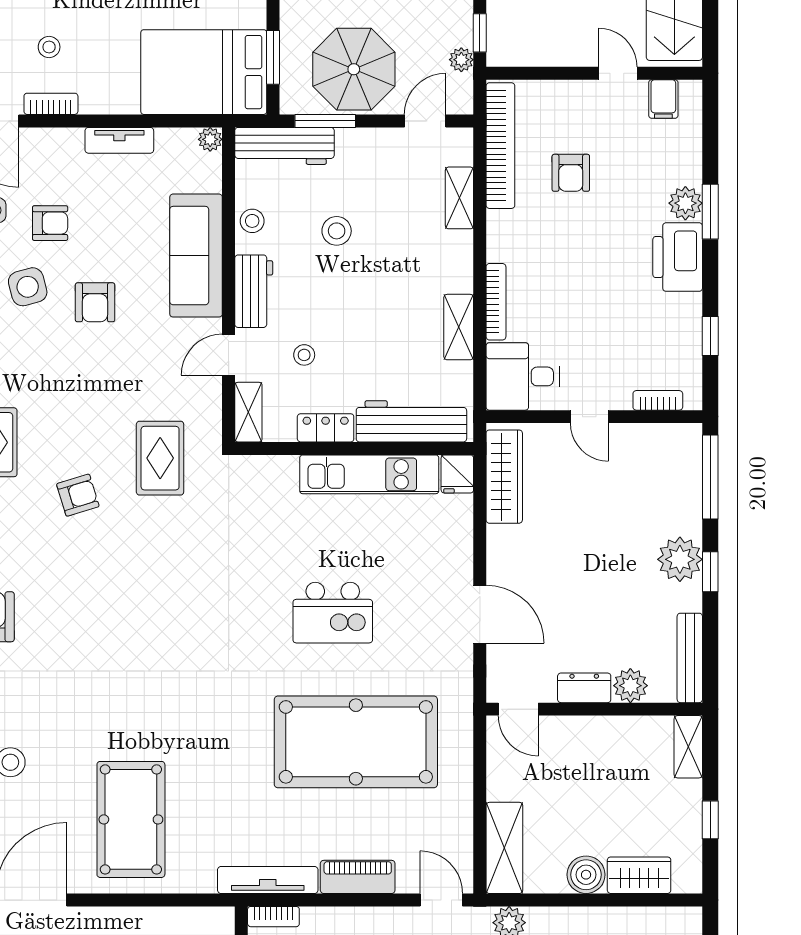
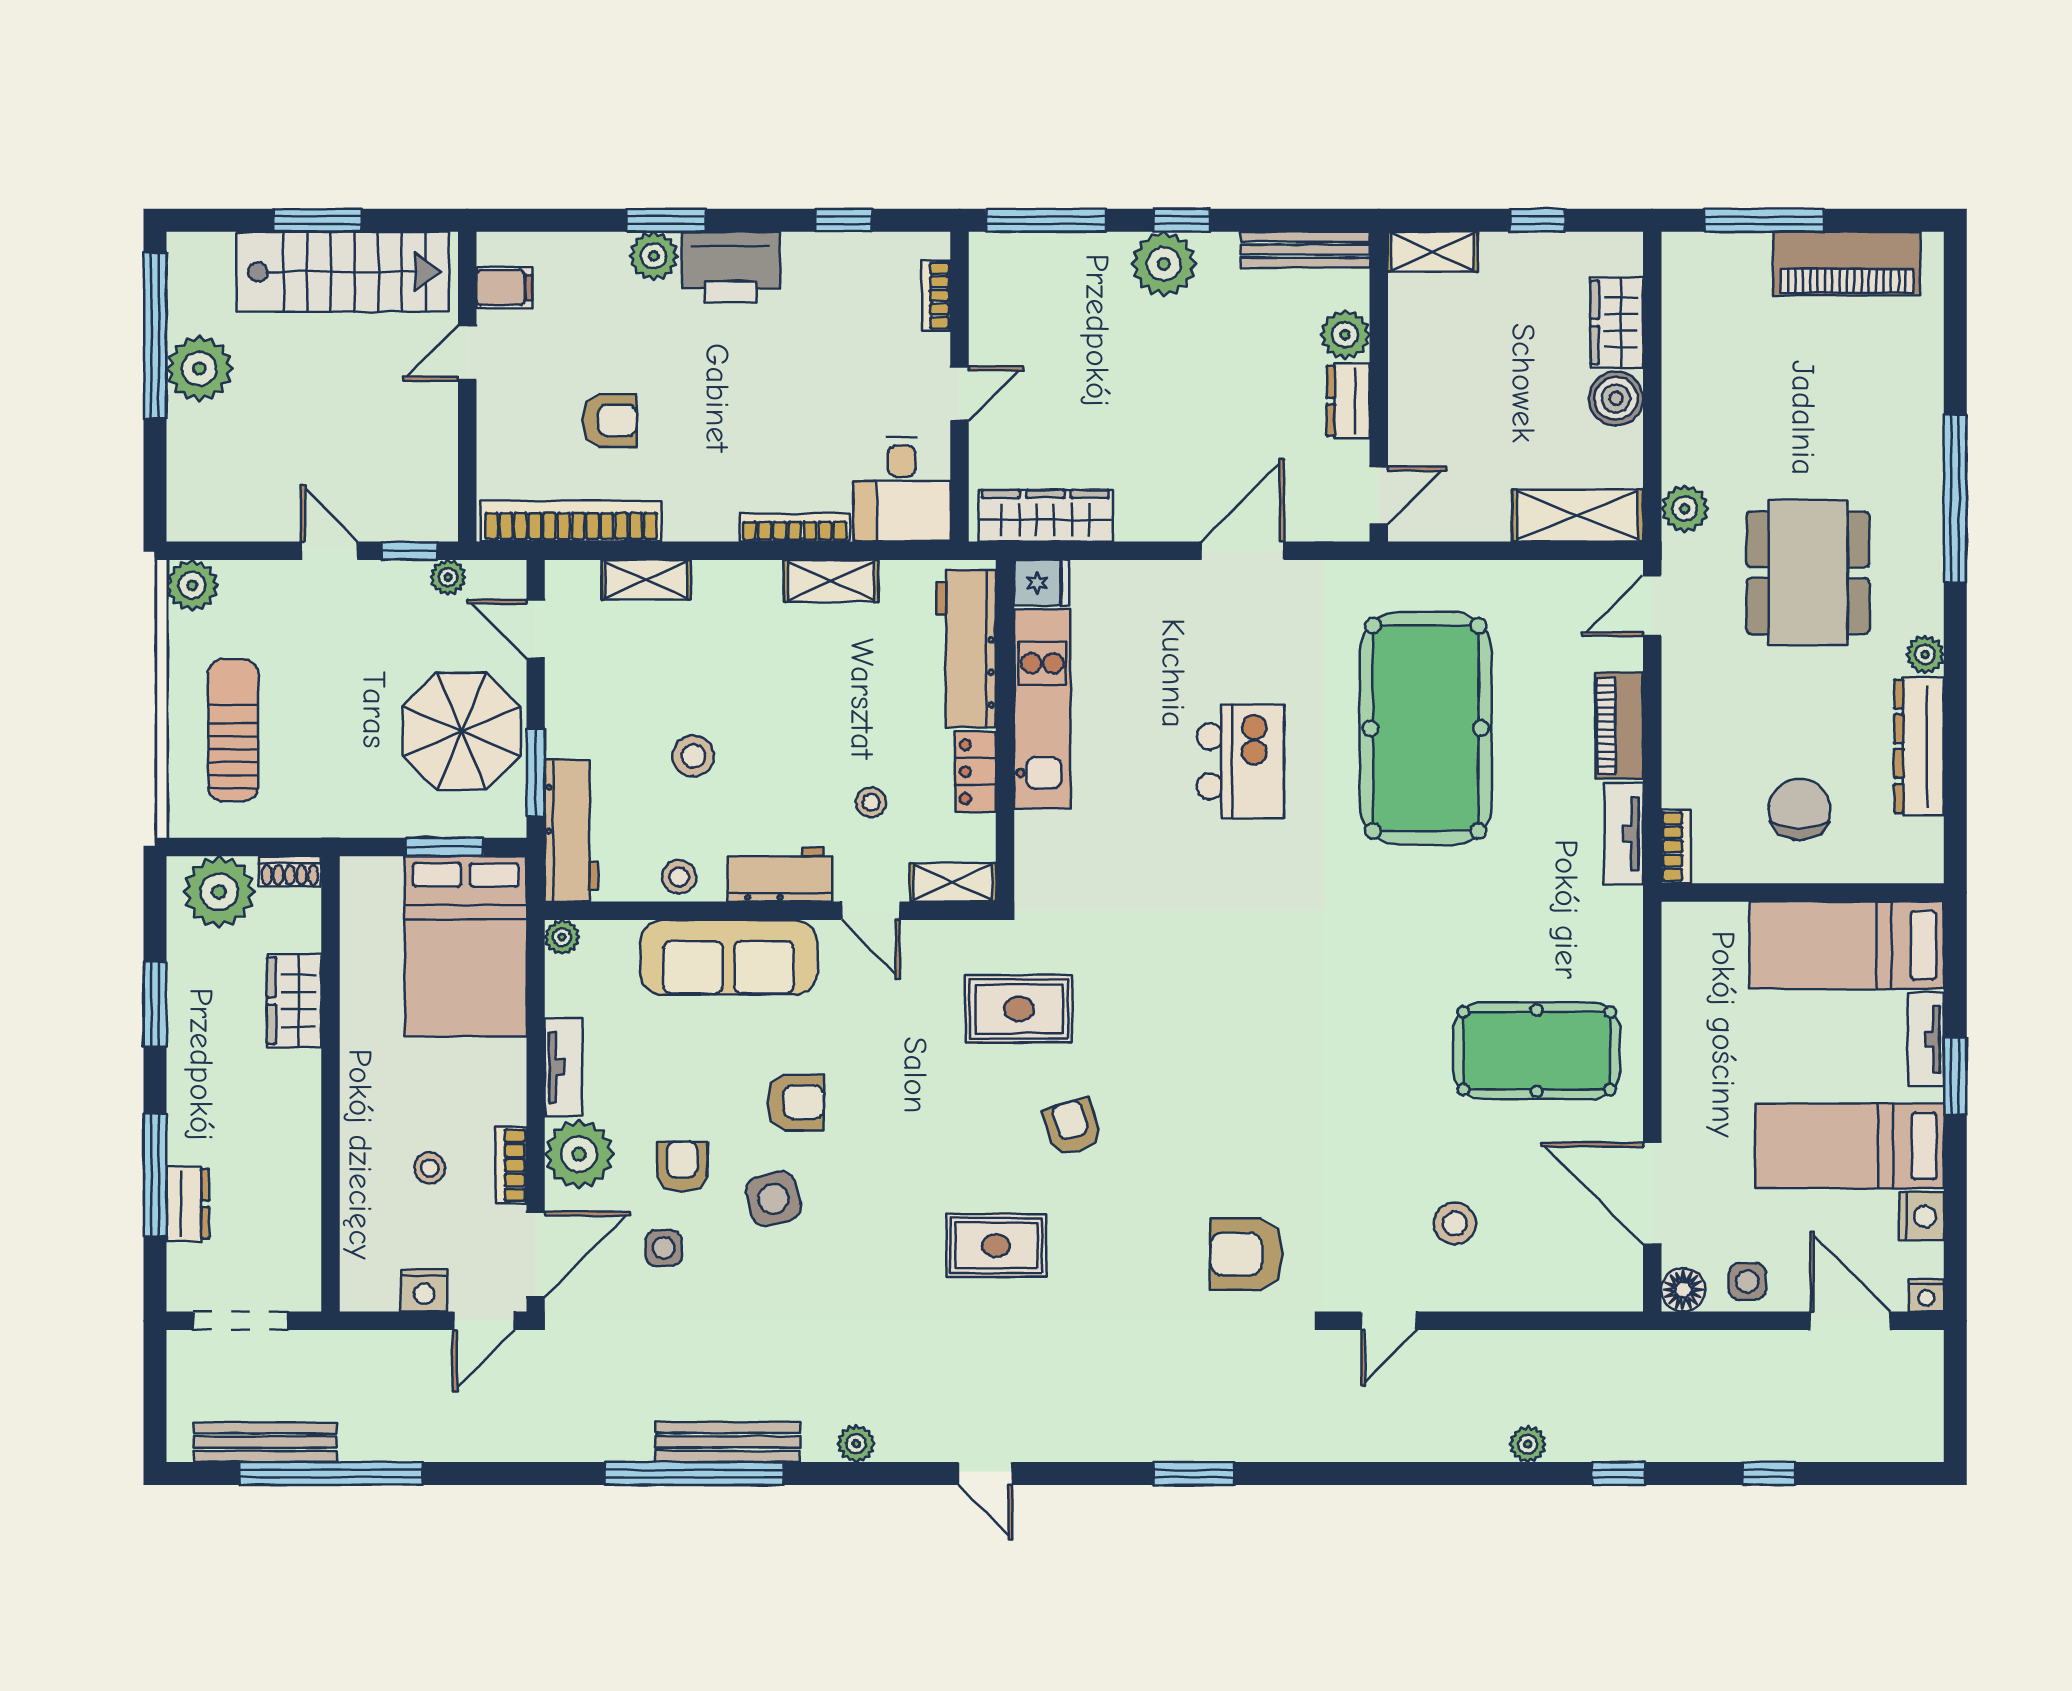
plant: (59, 151) -> (579, 1154), added
tv unit: (268, 880) -> (1624, 834), width x0.71

